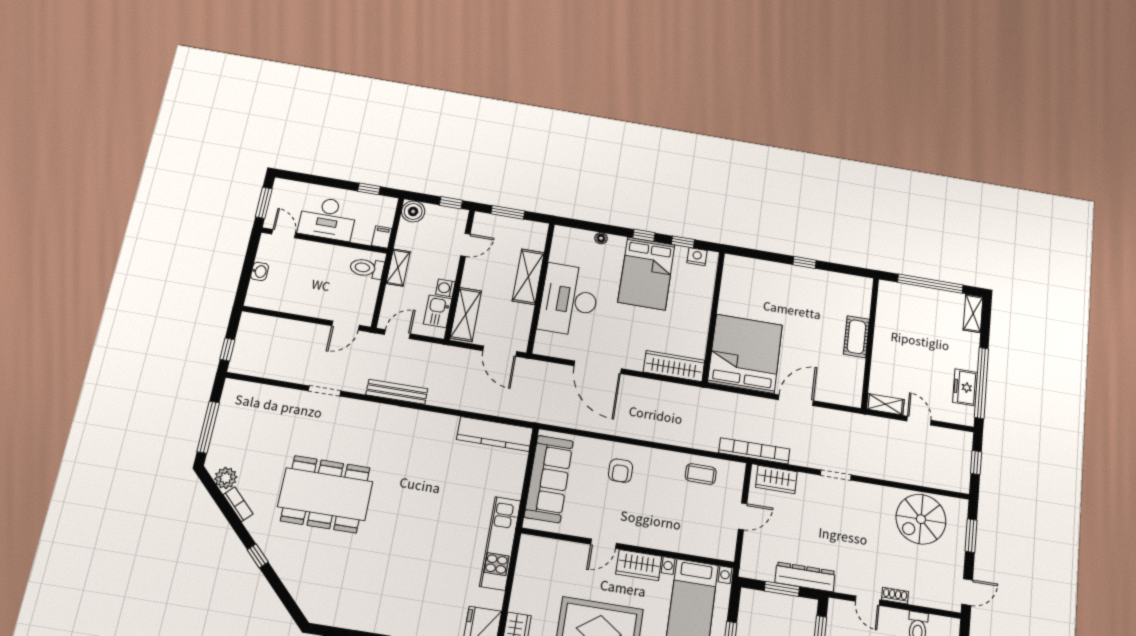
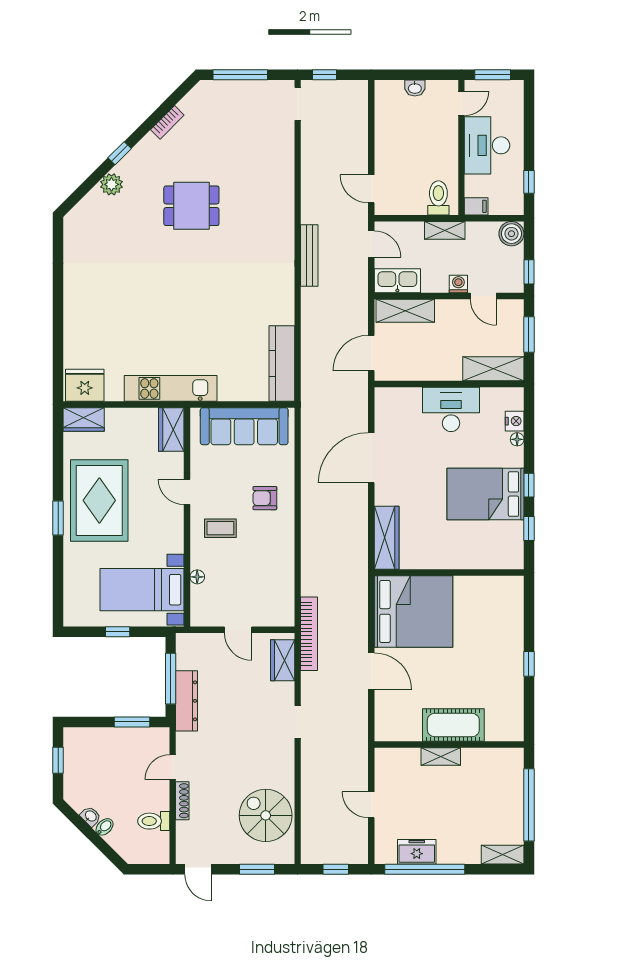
nightstand: (697, 257) -> (515, 421), moved
shelving: (528, 277) -> (493, 369), moved
washing machine: (445, 288) -> (458, 284), moved
desk: (569, 300) -> (451, 409), width x0.73, depth x0.77
kitchen sink: (438, 311) -> (397, 281), width x1.38
cot: (856, 337) -> (453, 725), width x1.37, depth x1.34
doorway: (324, 391) -> (298, 104), moved
shelving: (885, 404) -> (441, 756), moved, turned 90
door: (919, 421) -> (371, 805), swing flipped
coffee table: (701, 474) -> (220, 528), moved, turned 90
plant: (226, 478) -> (111, 184), moved
dining table: (325, 494) -> (191, 206), width x0.53, depth x0.80
floor lamp: (687, 547) -> (197, 577), added
wardrobe: (639, 565) -> (171, 429), moved
window: (782, 589) -> (171, 679), width x1.44
shoe rack: (895, 596) -> (182, 801), width x1.43

